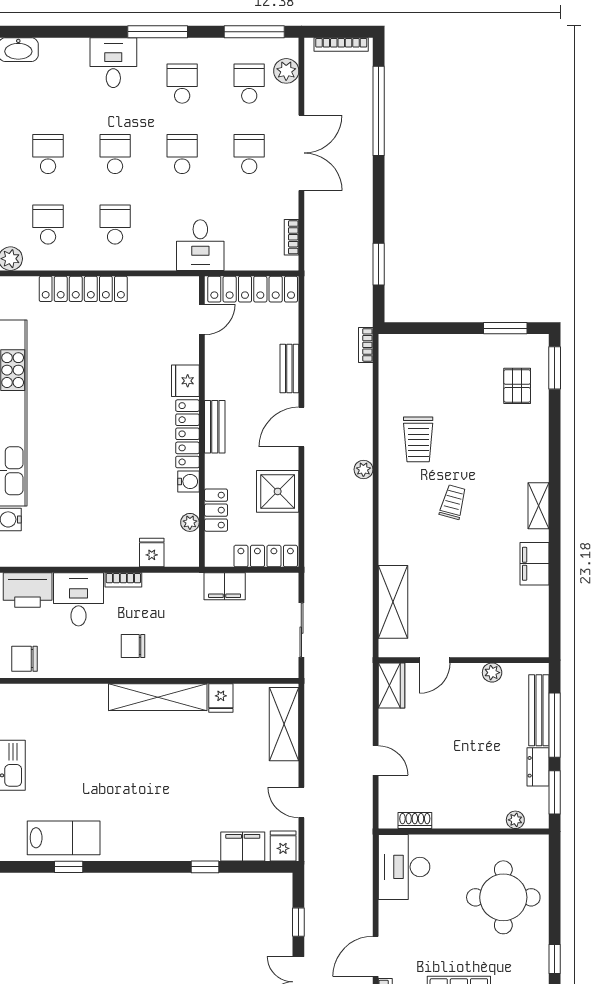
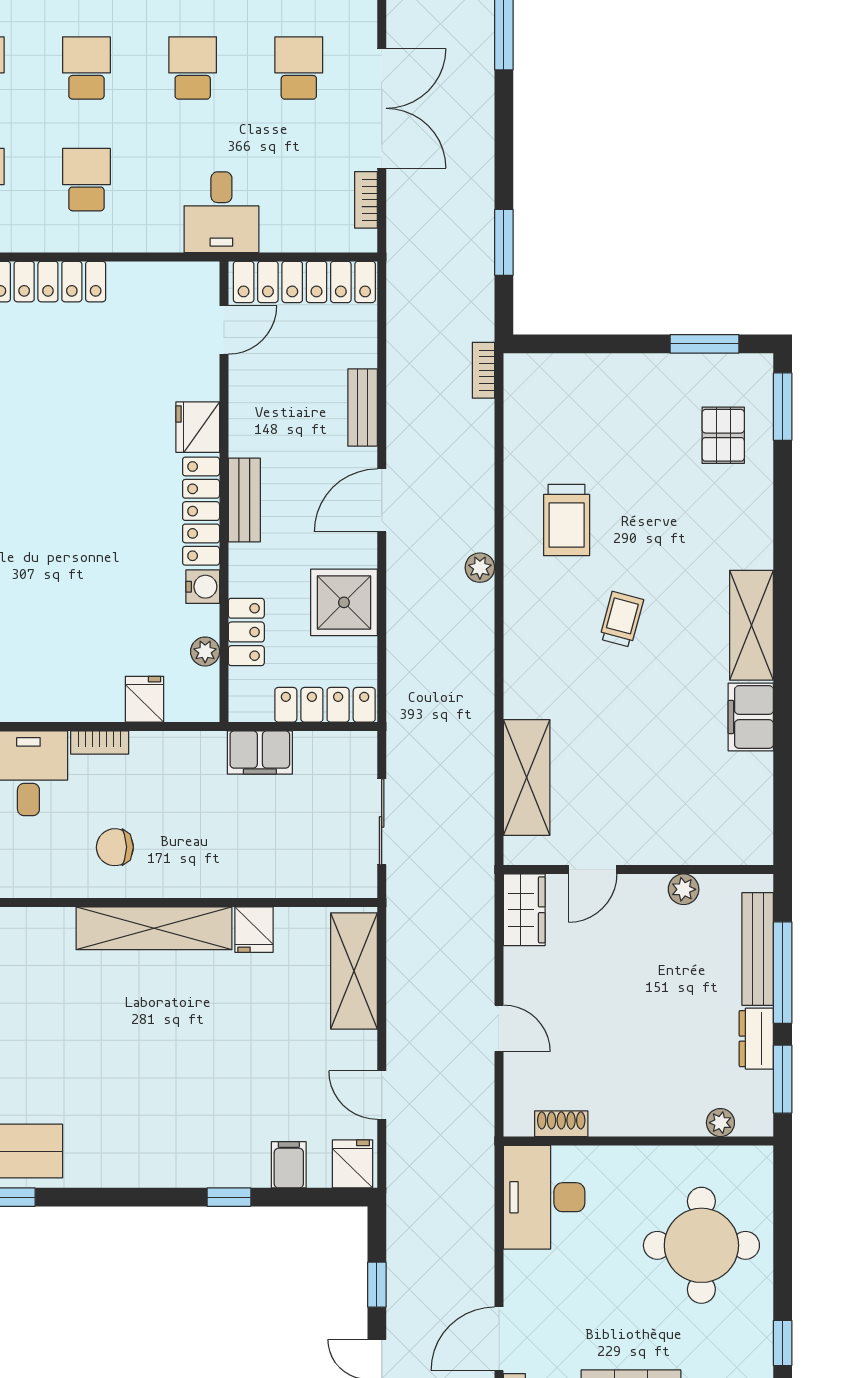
double door: (301, 153) -> (382, 108), moved
shelving: (538, 506) -> (752, 625), width x1.50, depth x1.33
filing cabinet: (243, 847) -> (289, 1165), width x0.50

